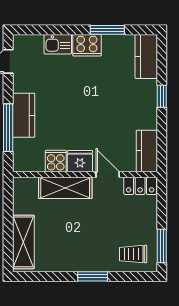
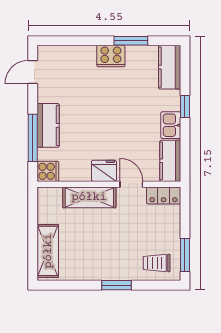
kitchen sink: (58, 44) -> (171, 125), moved, turned 90
cooker: (56, 161) -> (48, 171), moved, turned 90

